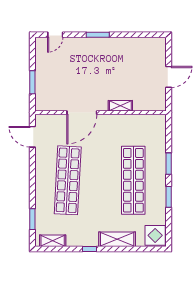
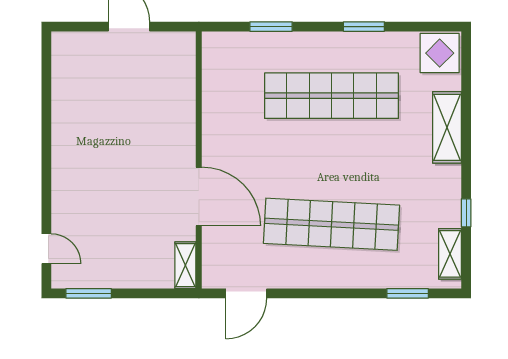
window: (98, 35) -> (46, 165), removed
window: (32, 82) -> (89, 293), moved
shelving: (120, 106) -> (185, 265), moved
window: (169, 164) -> (271, 27), moved
window: (90, 249) -> (466, 213), moved

